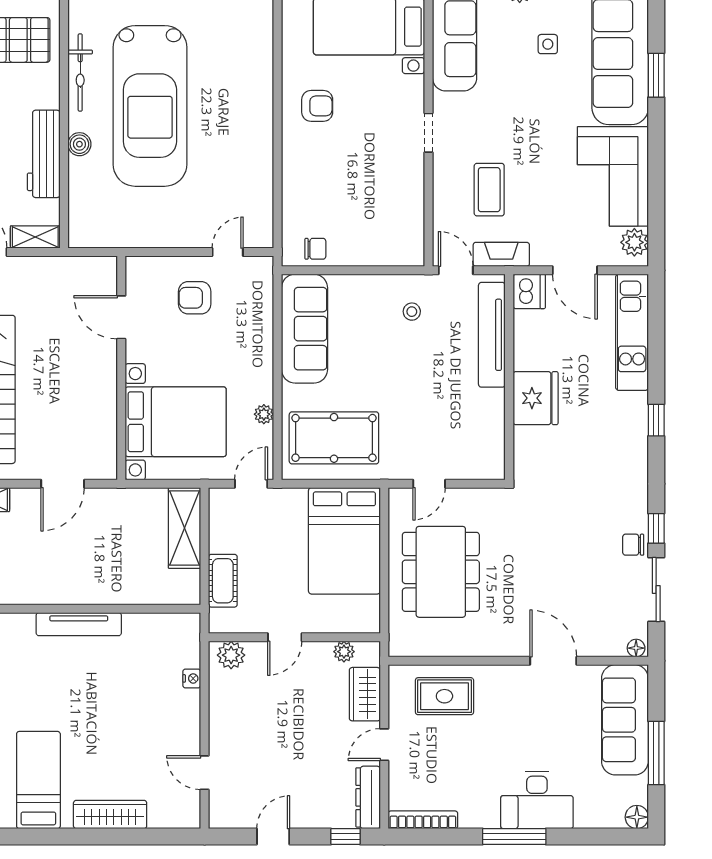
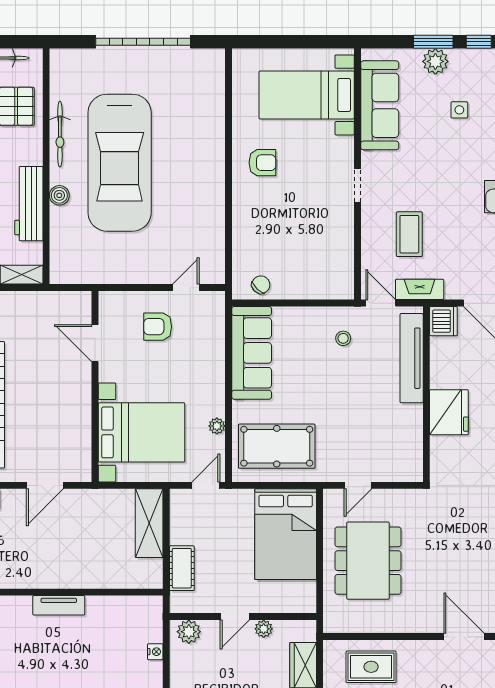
chair: (315, 249) -> (261, 285), turned -46
tv unit: (79, 624) -> (59, 605), width x0.71
plant: (344, 652) -> (264, 629), moved

